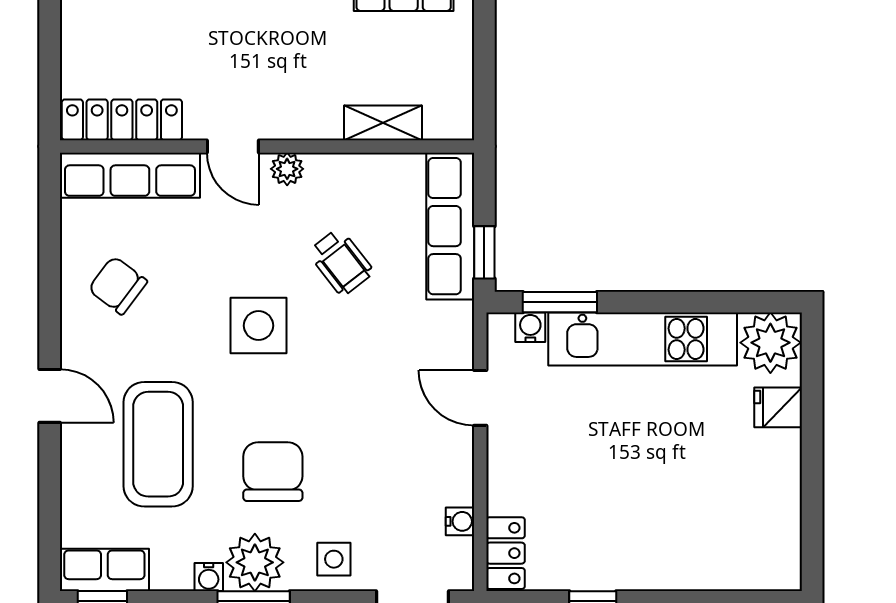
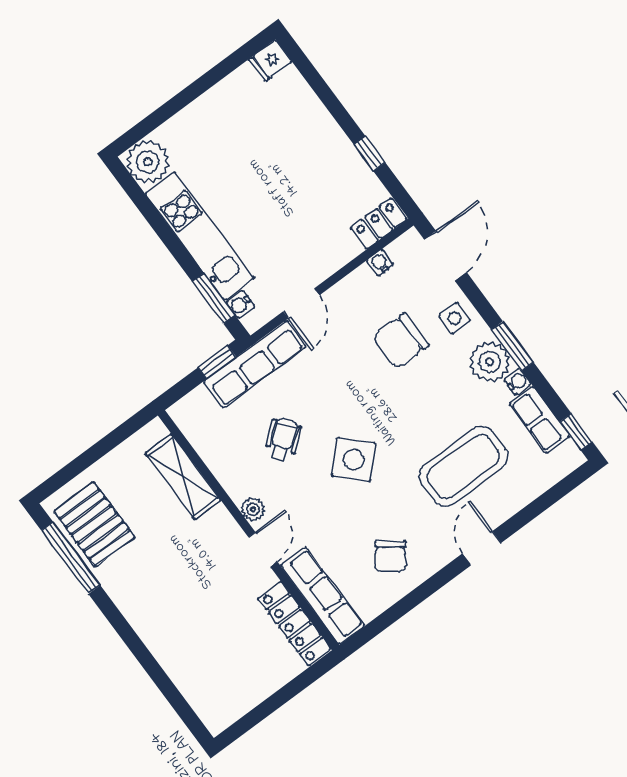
shelving: (383, 123) -> (183, 477), width x1.50, depth x1.33
row of seats: (450, 226) -> (255, 364), moved
side table: (259, 326) -> (354, 459), turned 45
fridge: (778, 407) -> (270, 61), moved, turned 90
chair: (273, 472) -> (401, 341), moved
row of seats: (104, 570) -> (539, 420), moved

